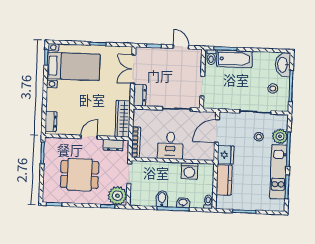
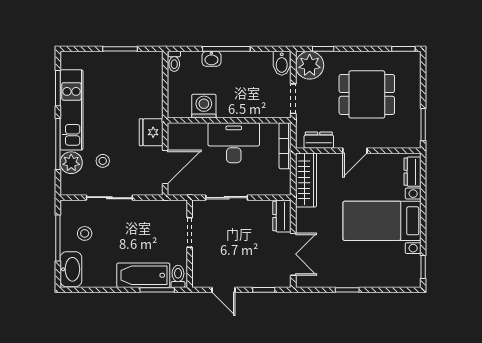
bed with nightstands: (74, 66) -> (382, 221), moved
desk: (170, 146) -> (234, 143), width x1.37
kitchen counter: (224, 180) -> (152, 95), removed
bidet: (162, 199) -> (282, 63), moved

